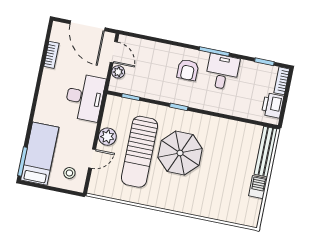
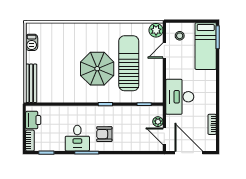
armchair: (188, 70) -> (104, 134), turned -90
plant: (107, 137) -> (156, 30), moved
barbecue: (258, 187) -> (32, 42), moved

